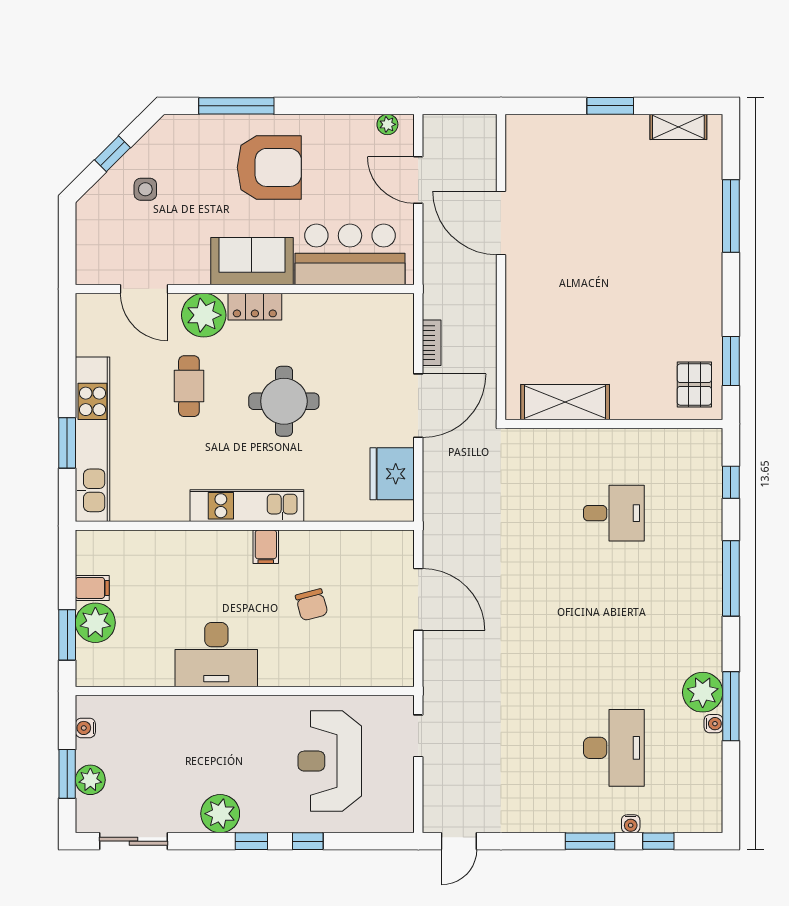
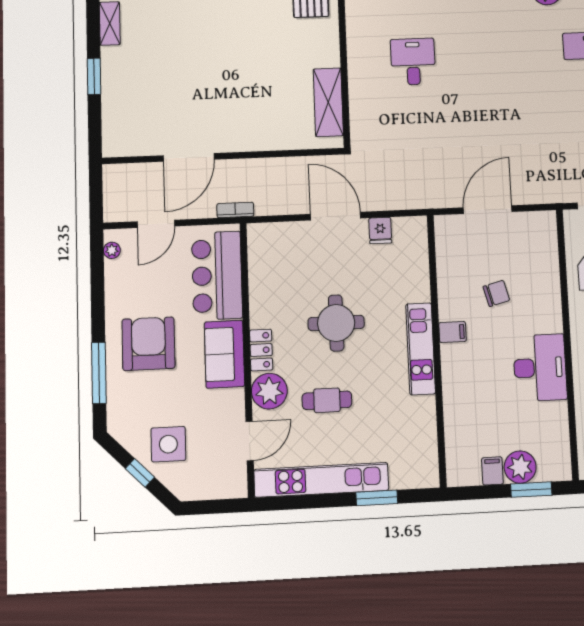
side table: (145, 189) -> (168, 444), width x1.87, depth x1.87
bookcase: (432, 343) -> (235, 210), moved
kitchen unit: (92, 439) -> (321, 480), moved
fridge: (392, 474) -> (380, 230), width x0.53, depth x0.75

